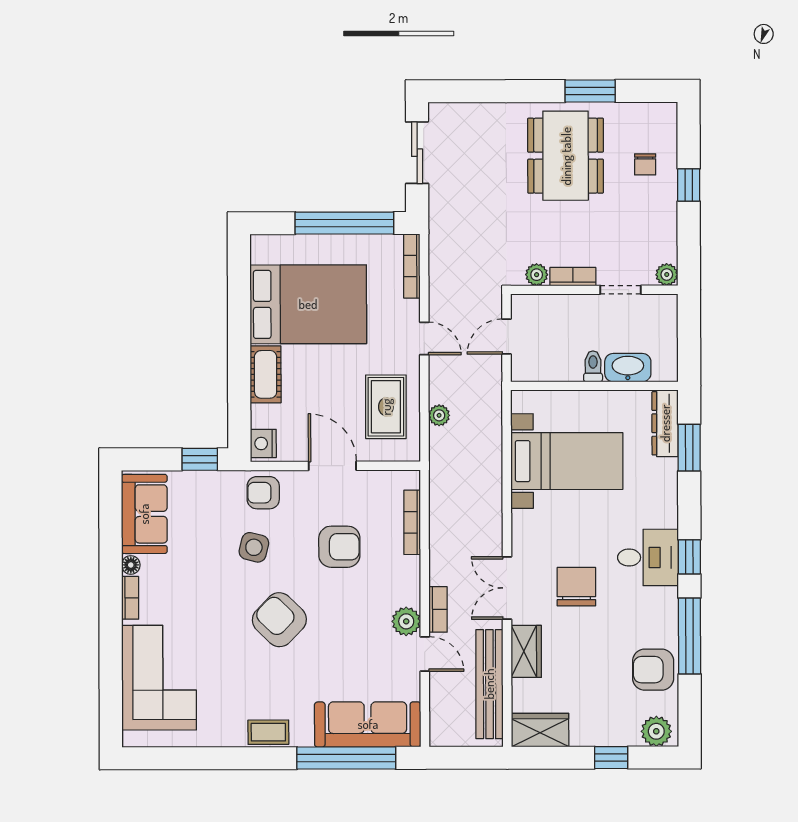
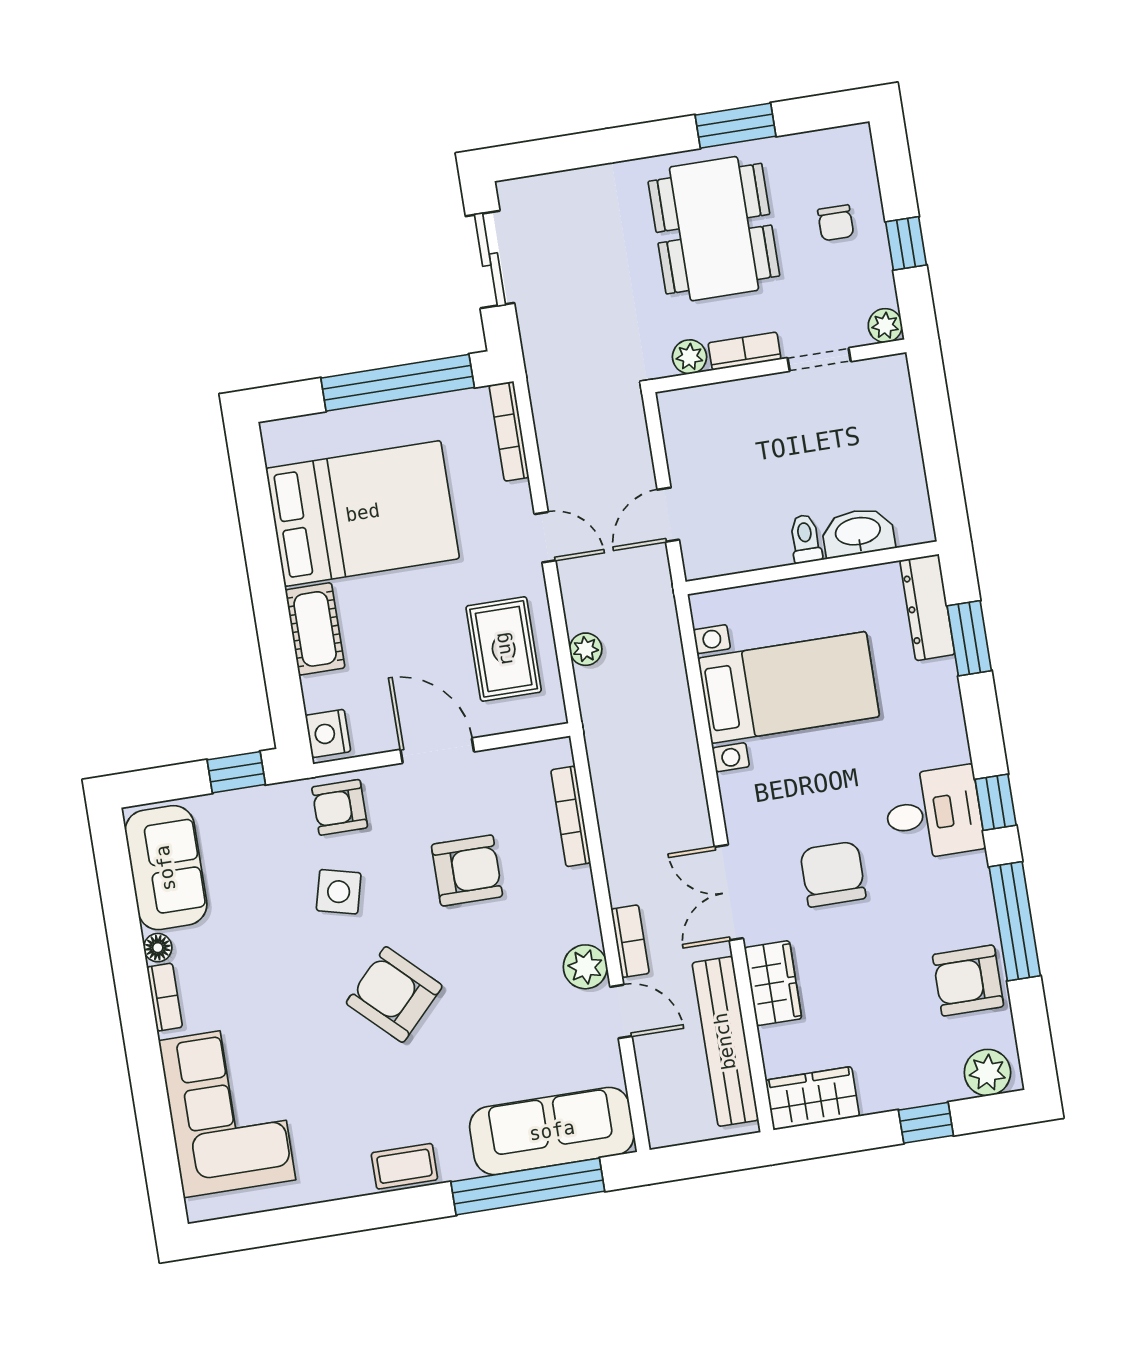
plant: (537, 275) -> (690, 357), moved
plant: (667, 275) -> (885, 326), moved
bookcase: (573, 277) -> (745, 351), moved
wall: (594, 290) -> (780, 366), moved
doorway: (620, 290) -> (819, 360), moved

